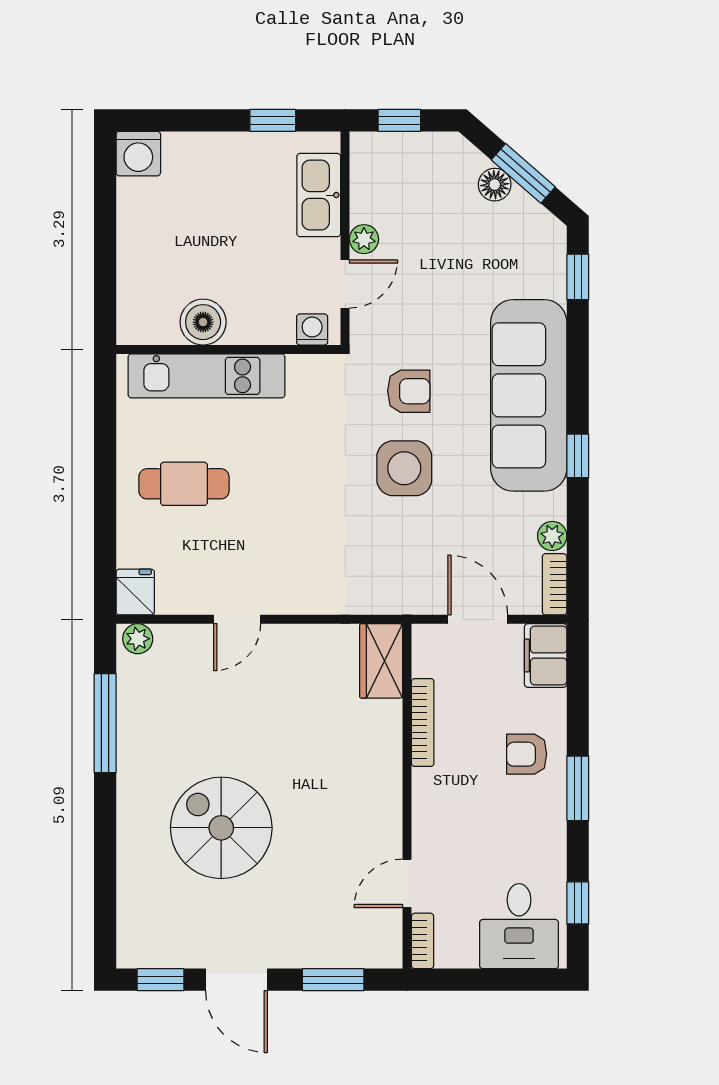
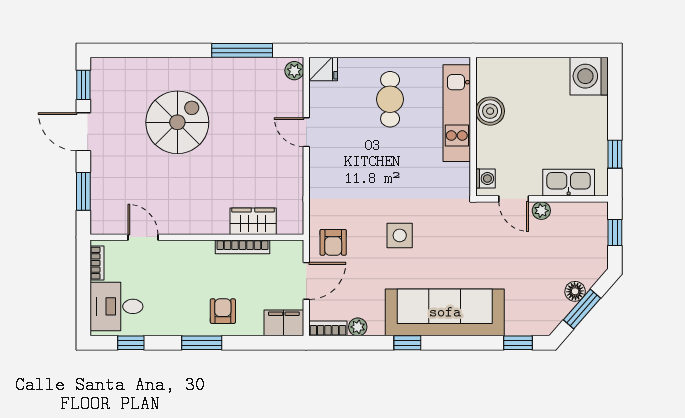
washing machine: (138, 154) -> (589, 76), width x1.37, depth x1.37
armchair: (409, 391) -> (333, 242), moved
side table: (404, 468) -> (400, 235), width x0.73, depth x0.73
wardrobe: (381, 661) -> (253, 221), moved
bookcase: (423, 941) -> (97, 263), moved, turned -90
door: (237, 980) -> (83, 132), hinge flipped

